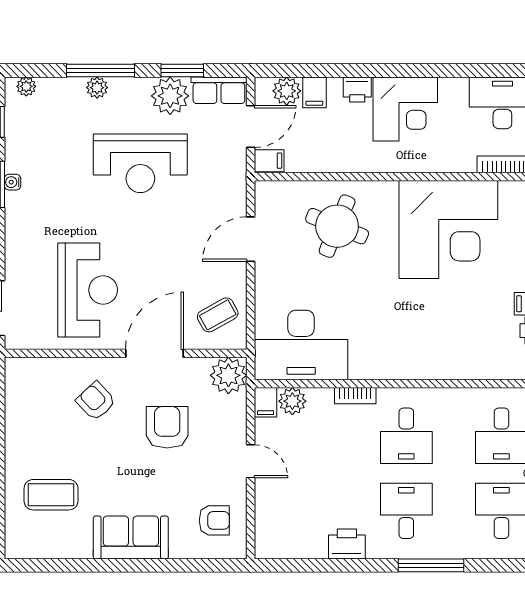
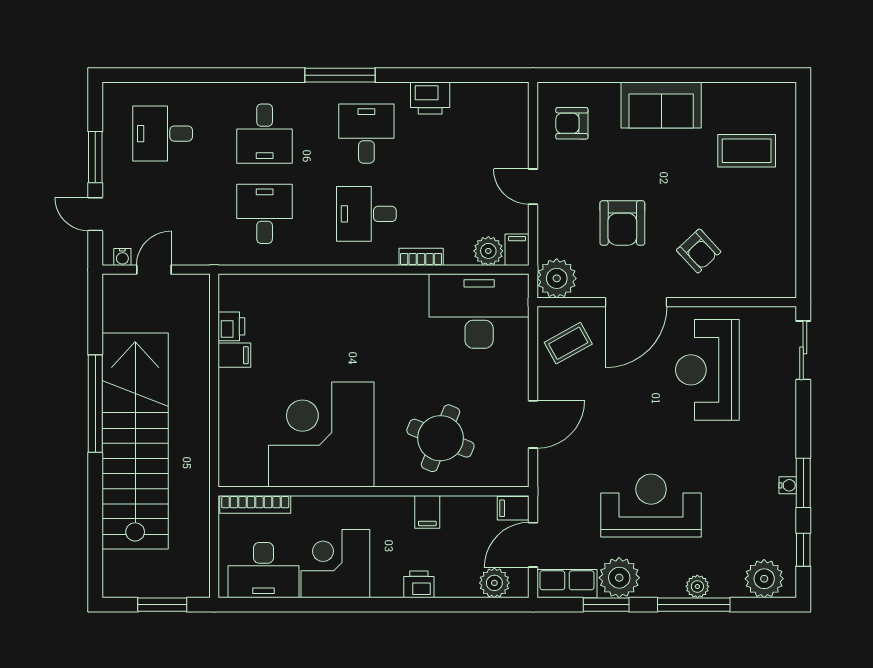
plant: (26, 86) -> (764, 579), width x1.88, depth x1.88
filing cabinet: (314, 92) -> (427, 512), moved, turned 180
corner desk: (405, 109) -> (335, 564), moved
desk: (406, 436) -> (366, 214), turned -90
desk: (406, 511) -> (366, 134), turned 180

